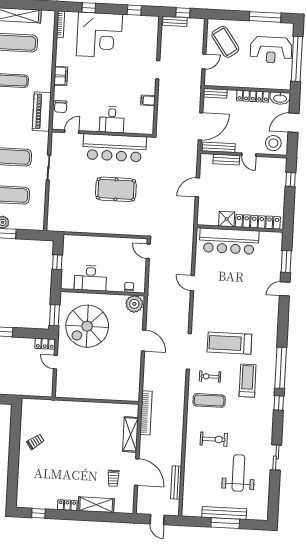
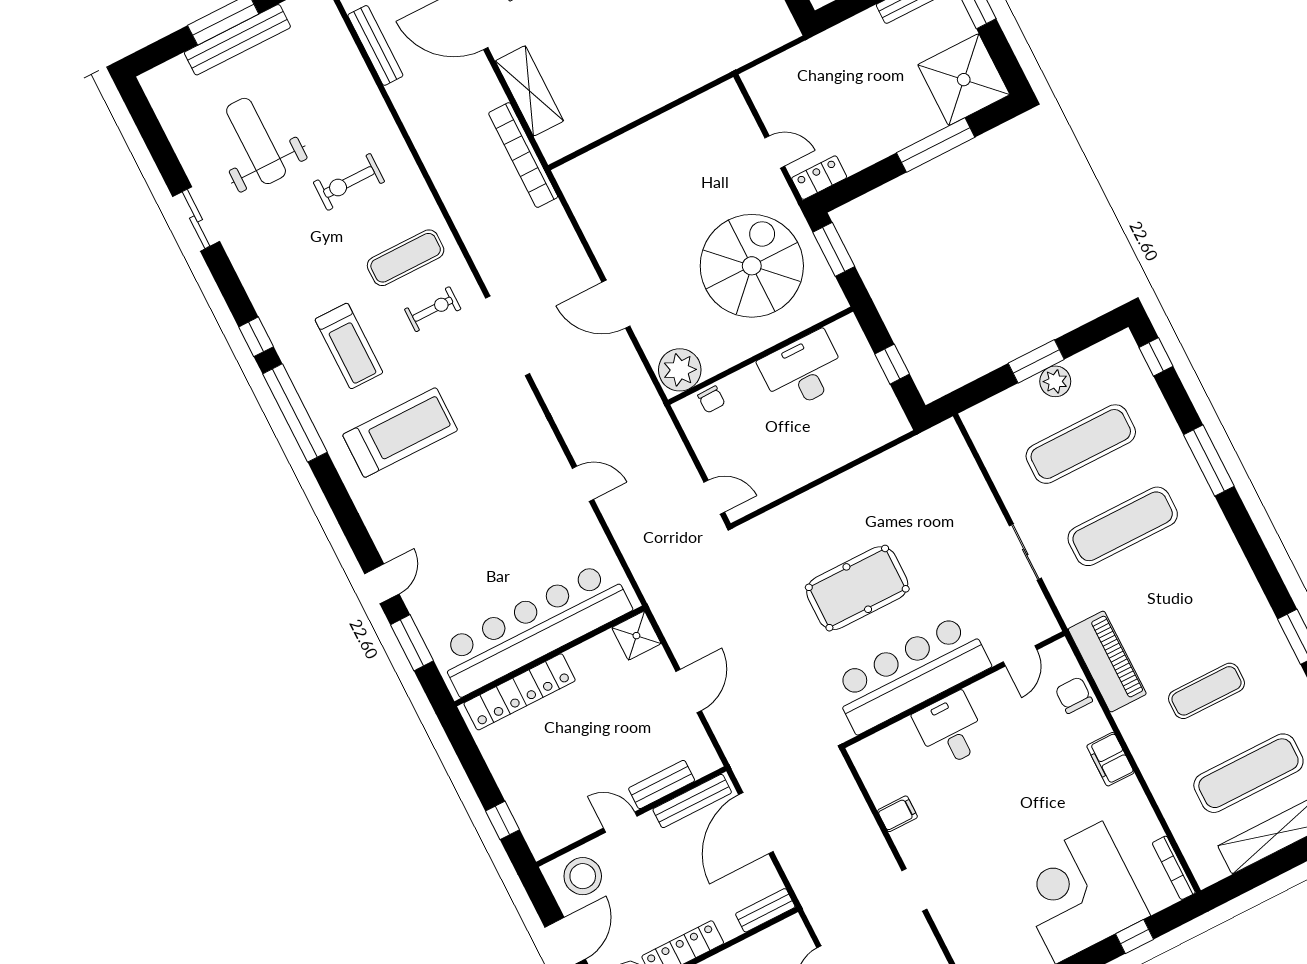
shower: (227, 219) -> (636, 636), moved
bar counter: (229, 241) -> (534, 628), width x1.36
treadmill: (229, 343) -> (400, 433), moved
weight bench: (238, 473) -> (256, 141), turned 180

